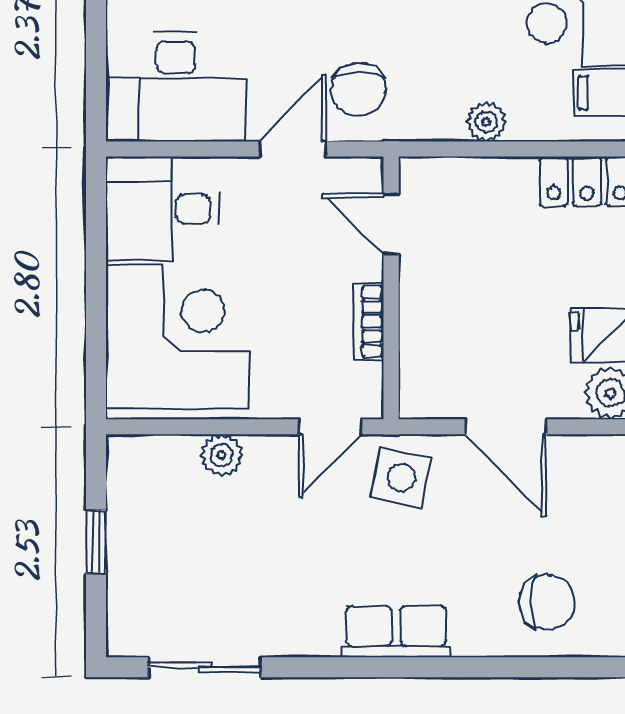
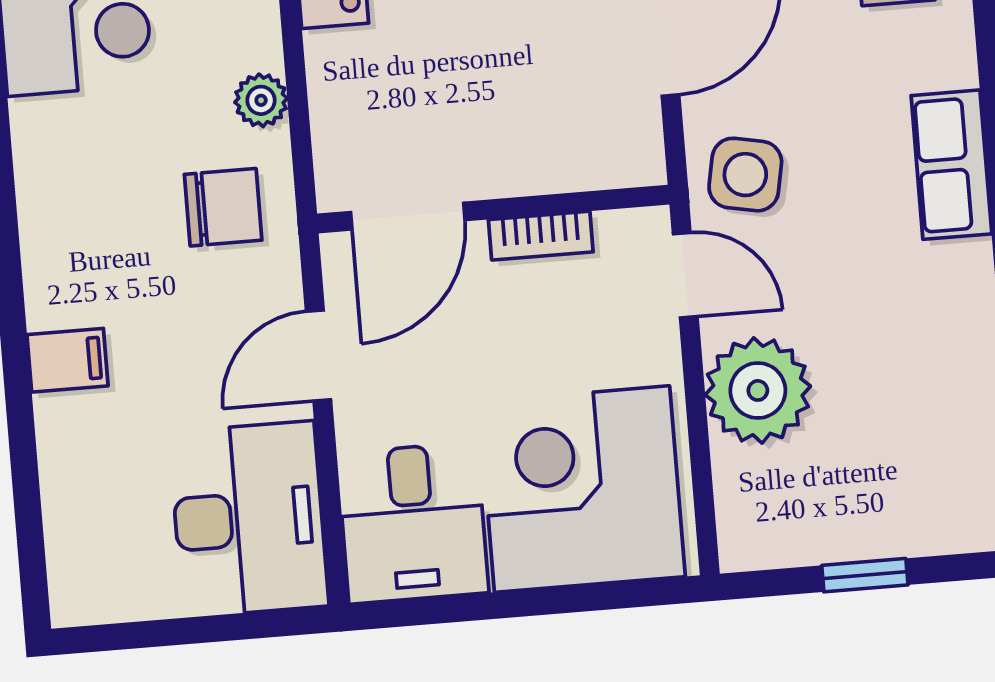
chair: (358, 89) -> (223, 207), moved
door: (293, 149) -> (319, 356), hinge flipped
door: (391, 224) -> (408, 216), width x1.38
plant: (221, 455) -> (758, 390), width x1.88, depth x1.88

